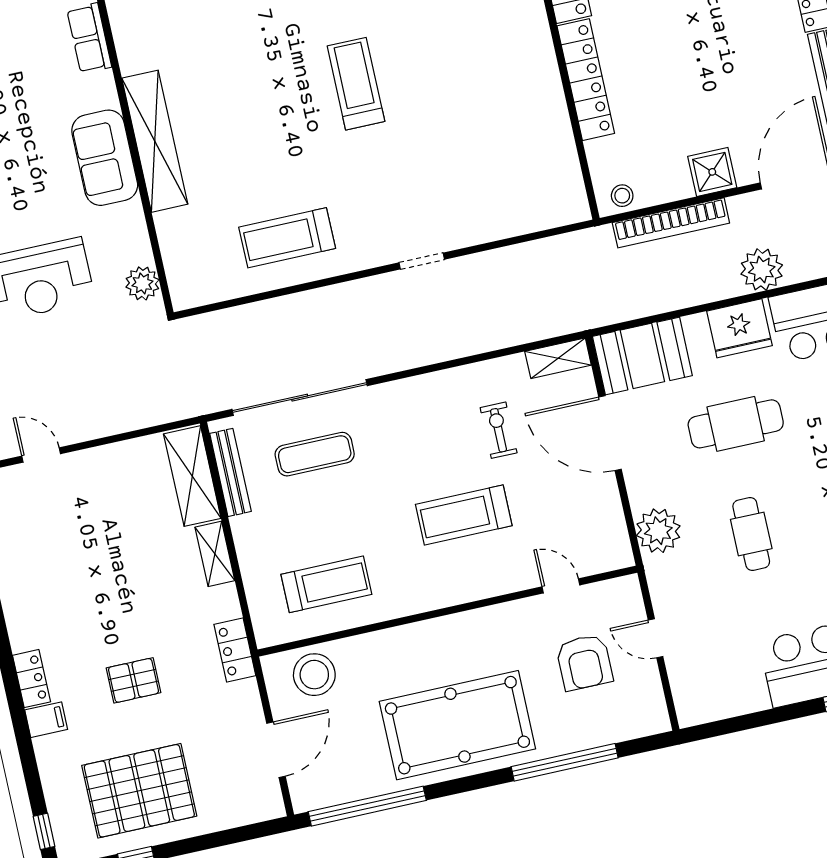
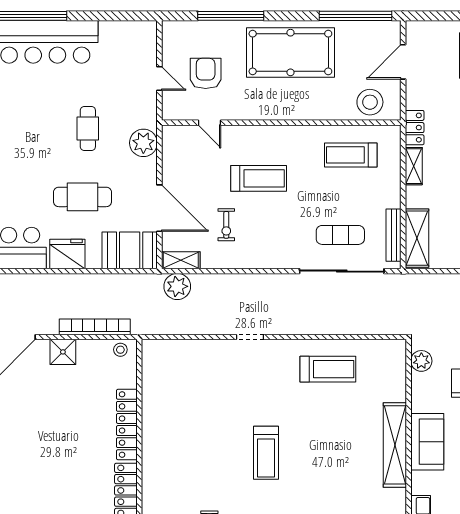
plant: (762, 270) -> (177, 286), moved
shelving: (215, 554) -> (414, 166), moved

